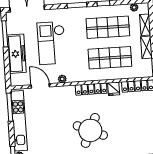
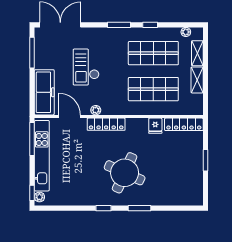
checkout: (52, 43) -> (86, 67), width x0.73, depth x0.83
freezer: (17, 54) -> (44, 92), moved
locker: (91, 89) -> (106, 124), moved

